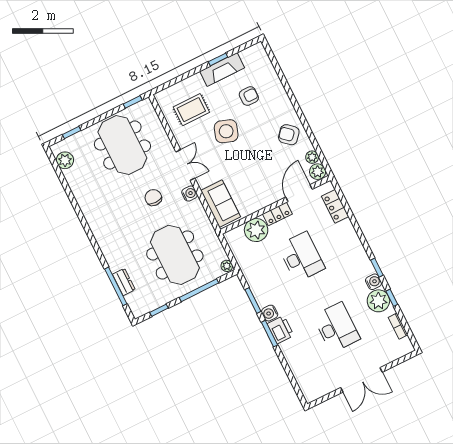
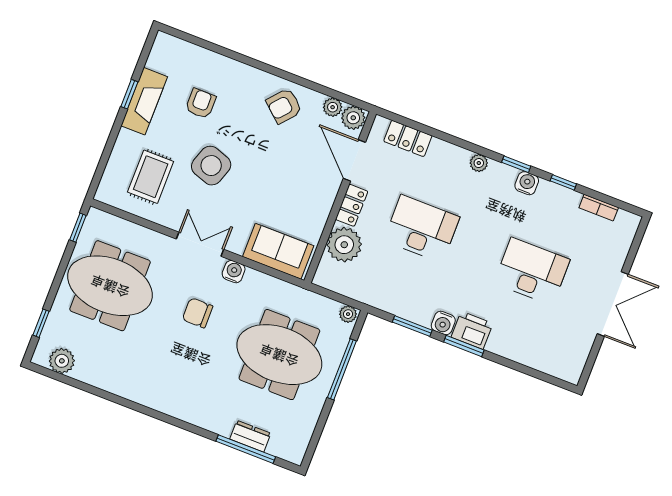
plant: (378, 301) -> (479, 163), moved, width x0.53, depth x0.53
window: (159, 310) -> (318, 432), removed

